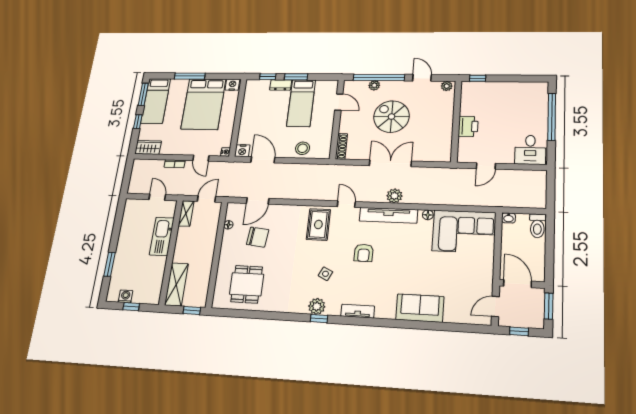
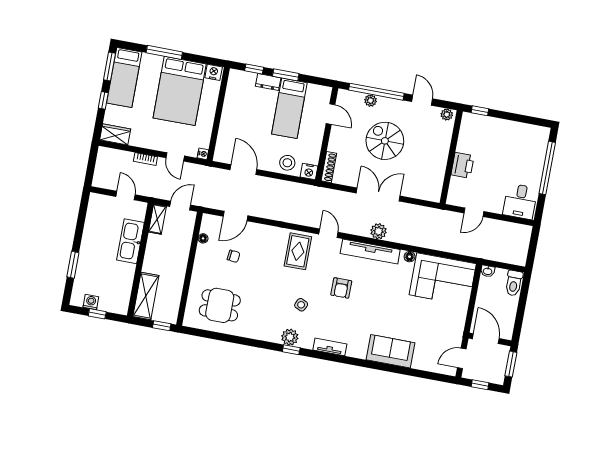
nightstand: (242, 151) -> (309, 171), moved
chair: (258, 237) -> (234, 256), width x0.54, depth x0.54
dining table: (247, 284) -> (220, 305), turned 90

